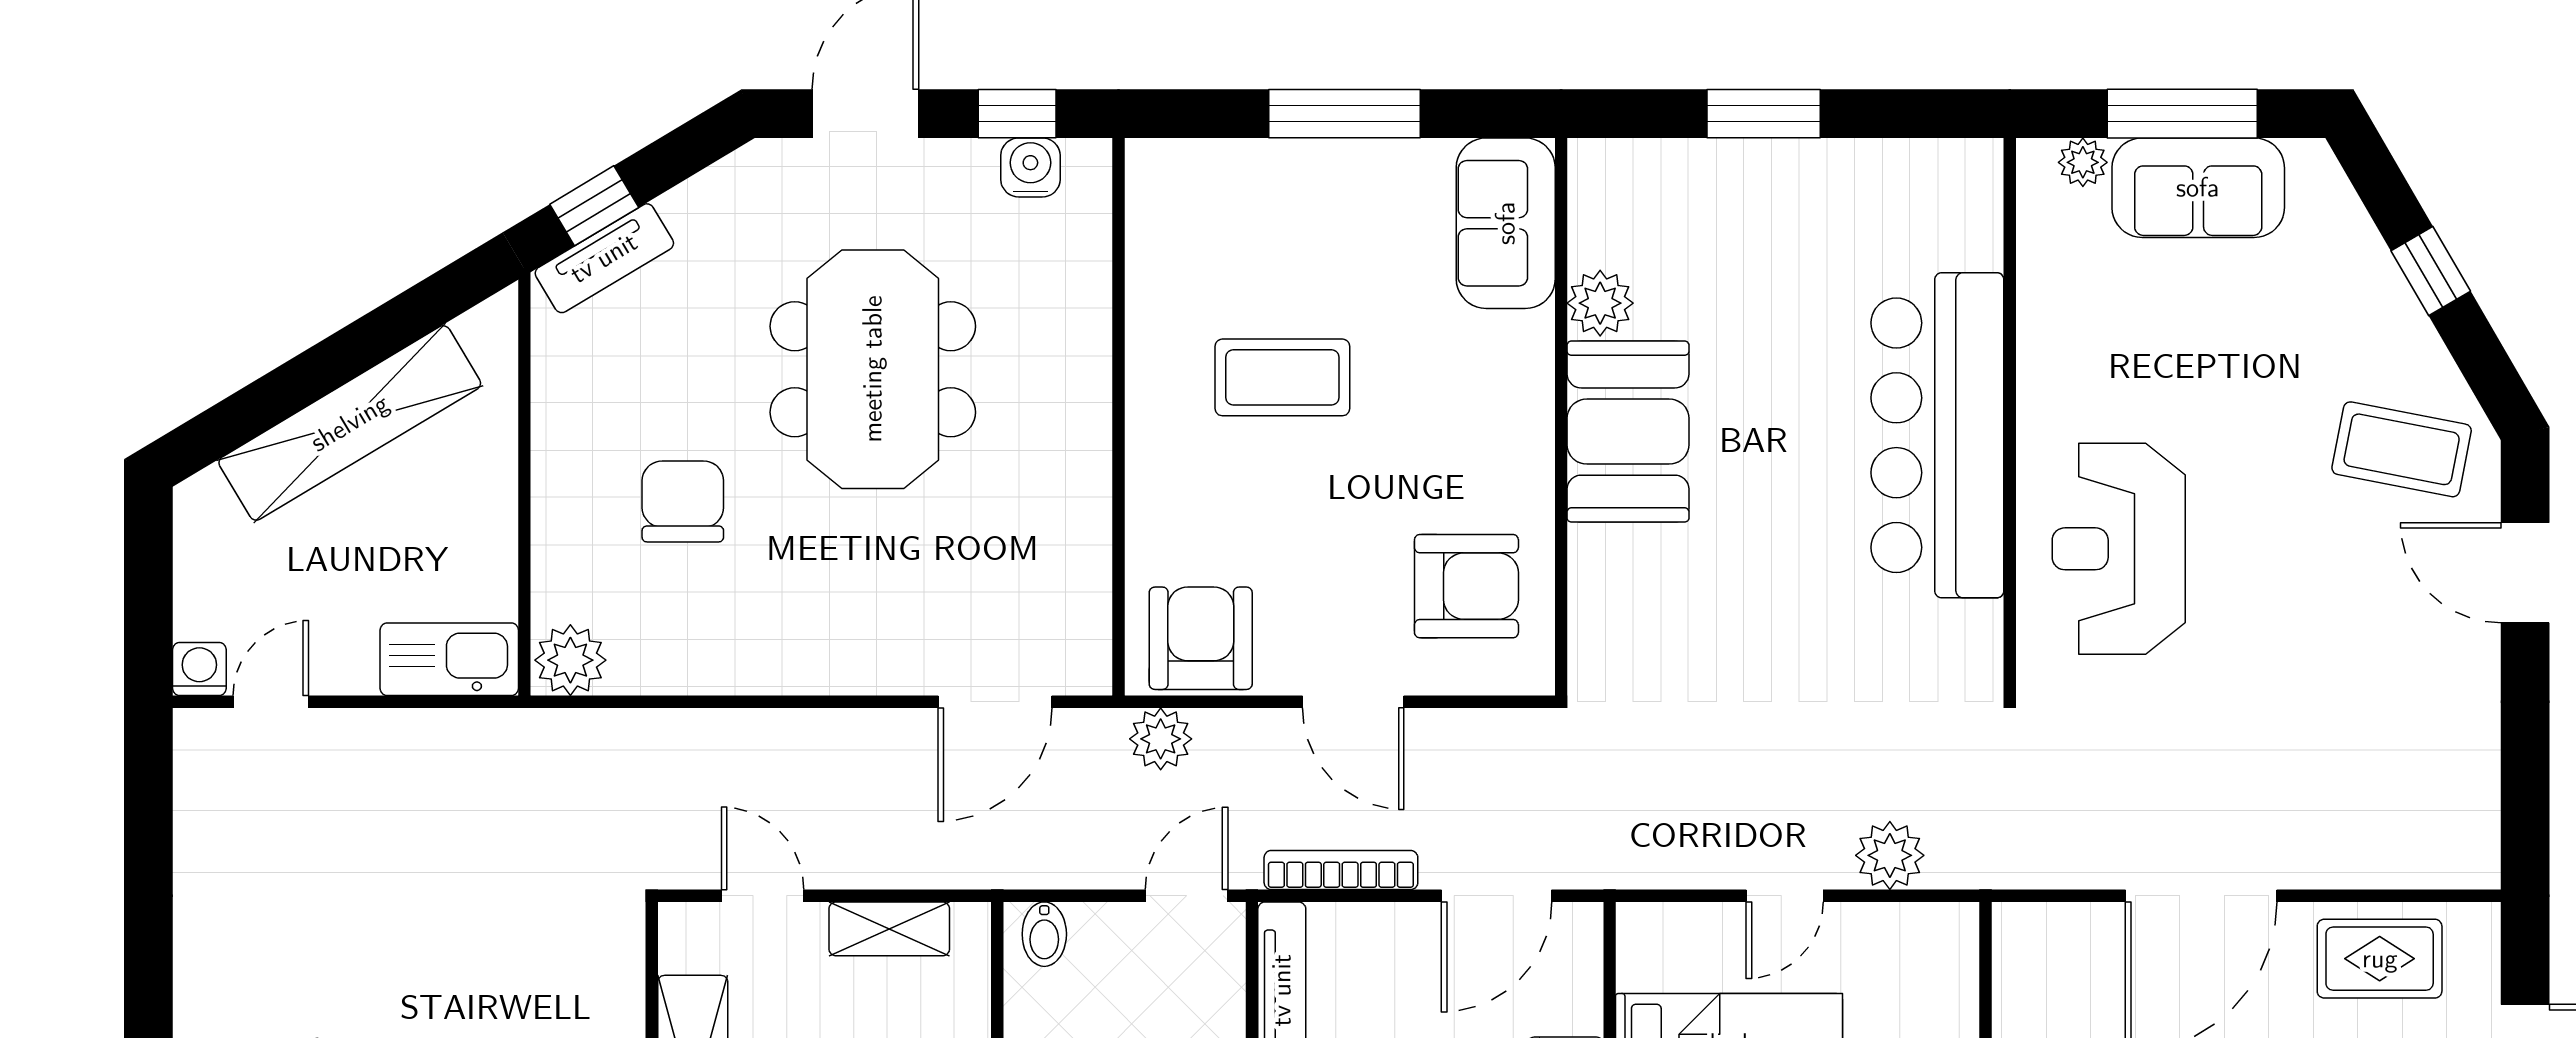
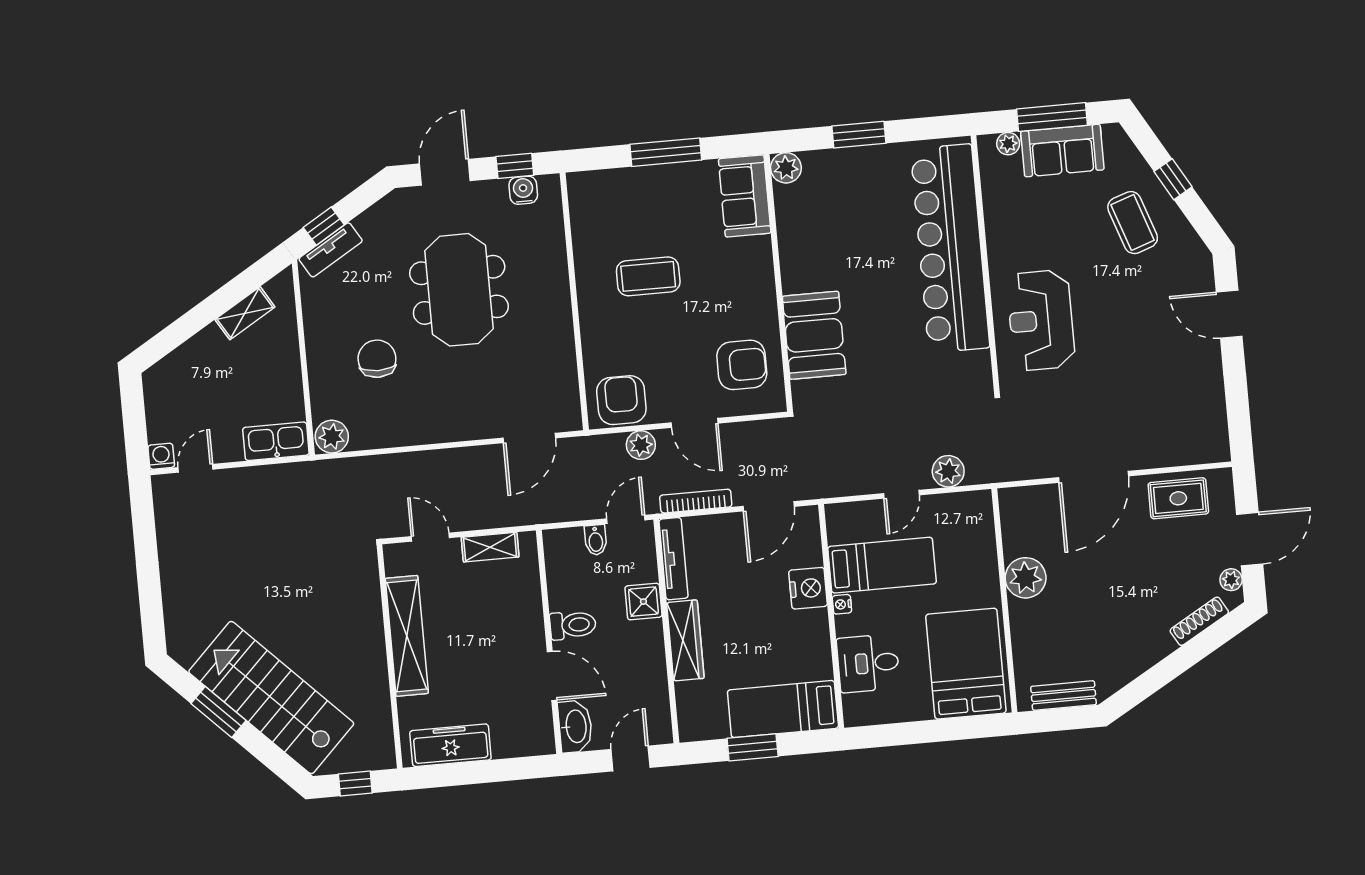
plant: (1600, 303) -> (786, 168), moved
shelving: (350, 423) -> (245, 313), width x0.45, depth x0.75
booth: (1628, 432) -> (814, 335), moved
bar counter: (1937, 435) -> (950, 248), width x1.36
coffee table: (2402, 449) -> (1133, 223), moved, turned 60
plant: (1161, 739) -> (641, 445), moved
bidet: (1044, 934) -> (596, 540), moved

